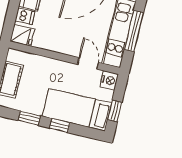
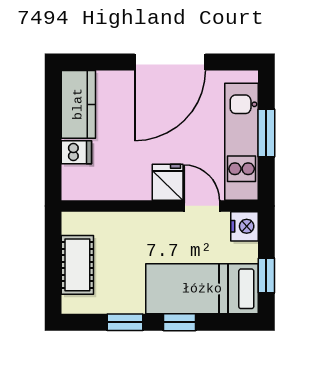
window: (134, 31) -> (266, 133), width x0.69
fridge: (22, 35) -> (168, 182), moved, turned -90

